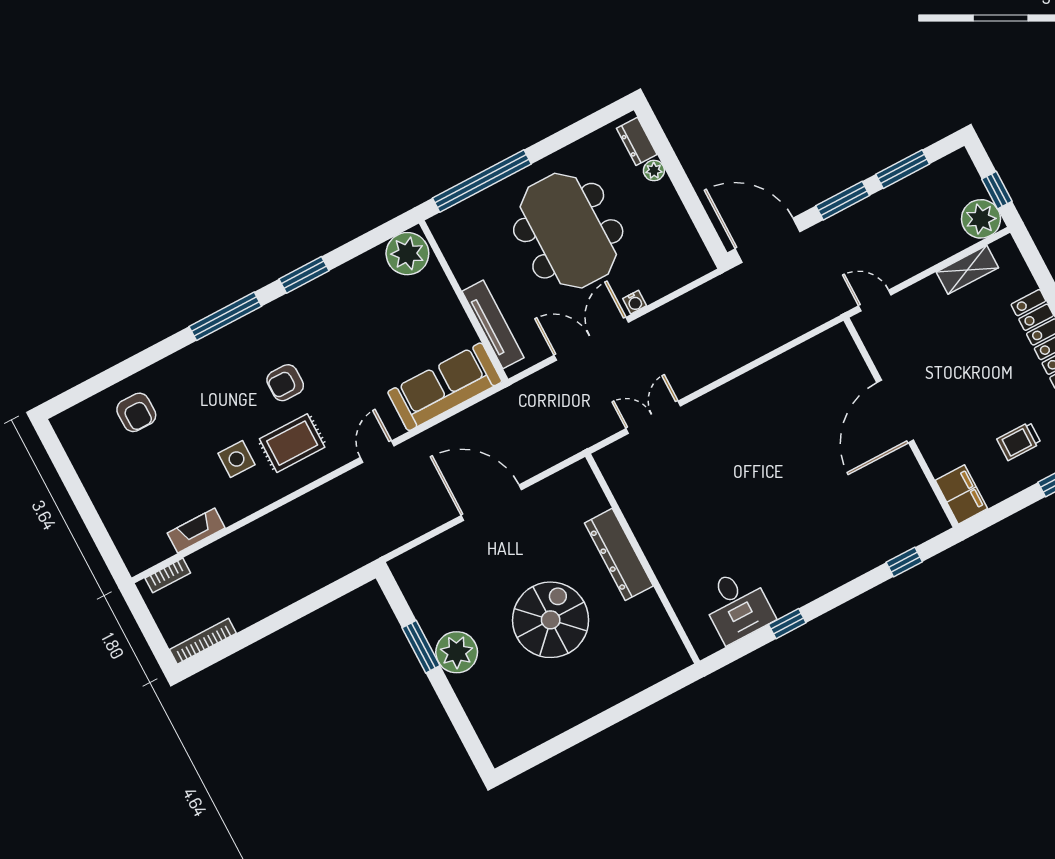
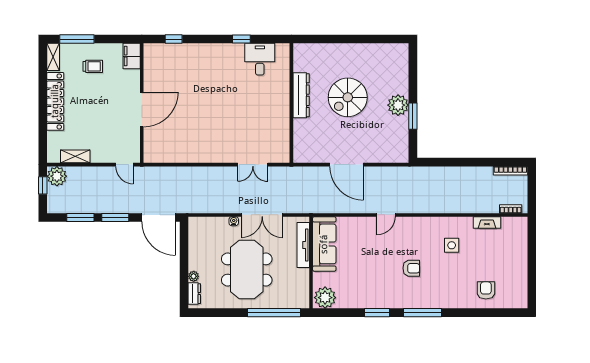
sofa: (445, 387) -> (324, 244), moved, turned -90
rug: (292, 443) -> (423, 239), removed
dresser: (619, 554) -> (301, 95), moved

